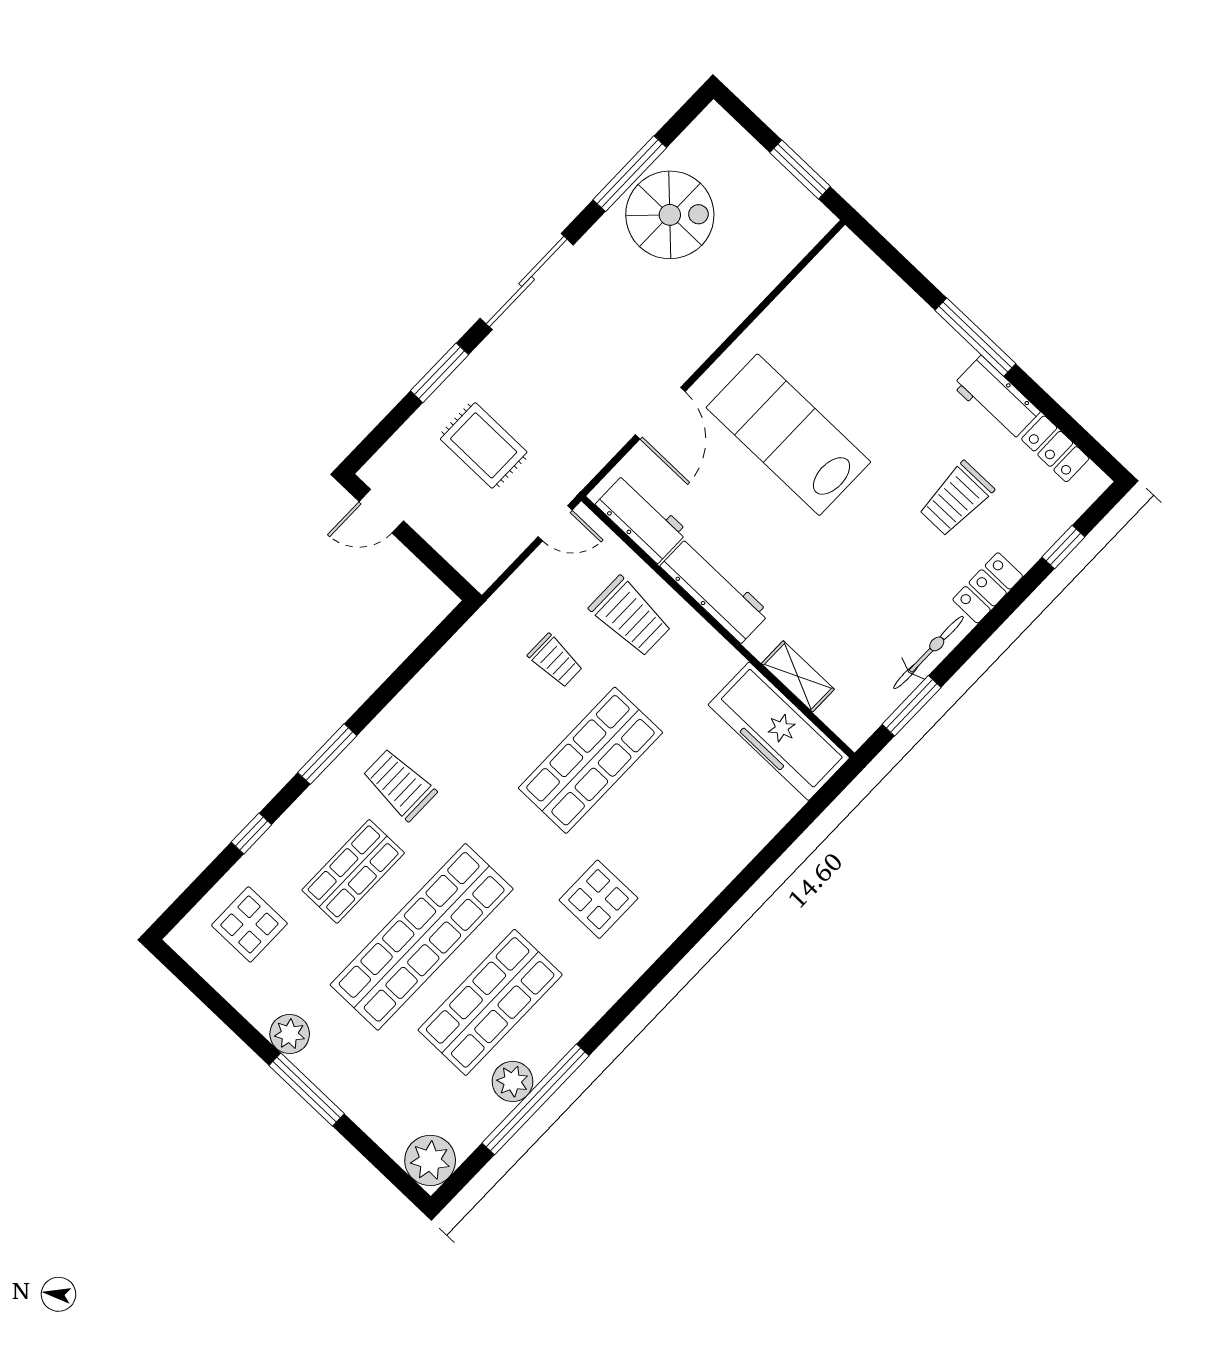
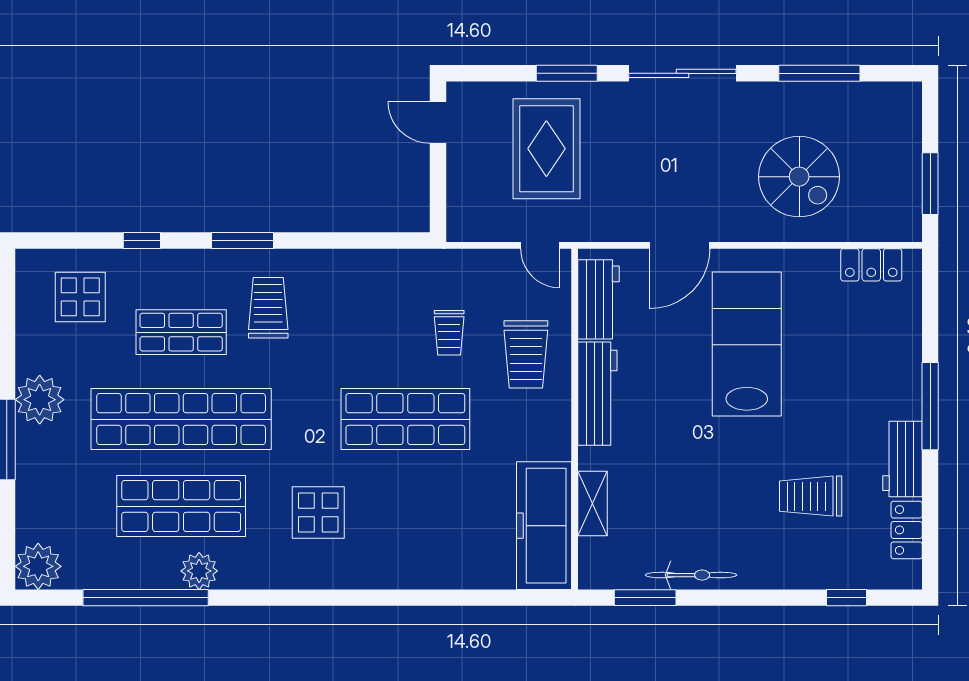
spiral stairs: (670, 215) -> (799, 177), moved
rug: (484, 445) -> (546, 149), width x1.36, depth x1.43
locker: (988, 588) -> (871, 265), moved, turned 180
plant: (290, 1034) -> (40, 400), width x1.36, depth x1.36
plant: (513, 1081) -> (199, 571), moved

